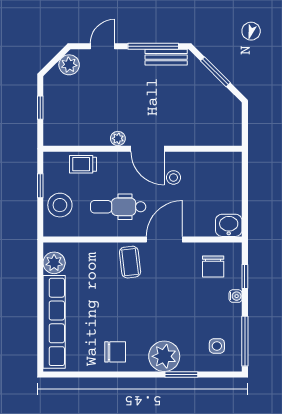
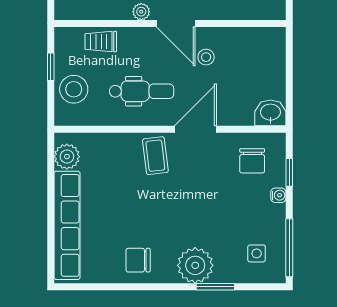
dental chair: (118, 207) -> (142, 91), turned 180
chair: (115, 352) -> (138, 260), turned 180

